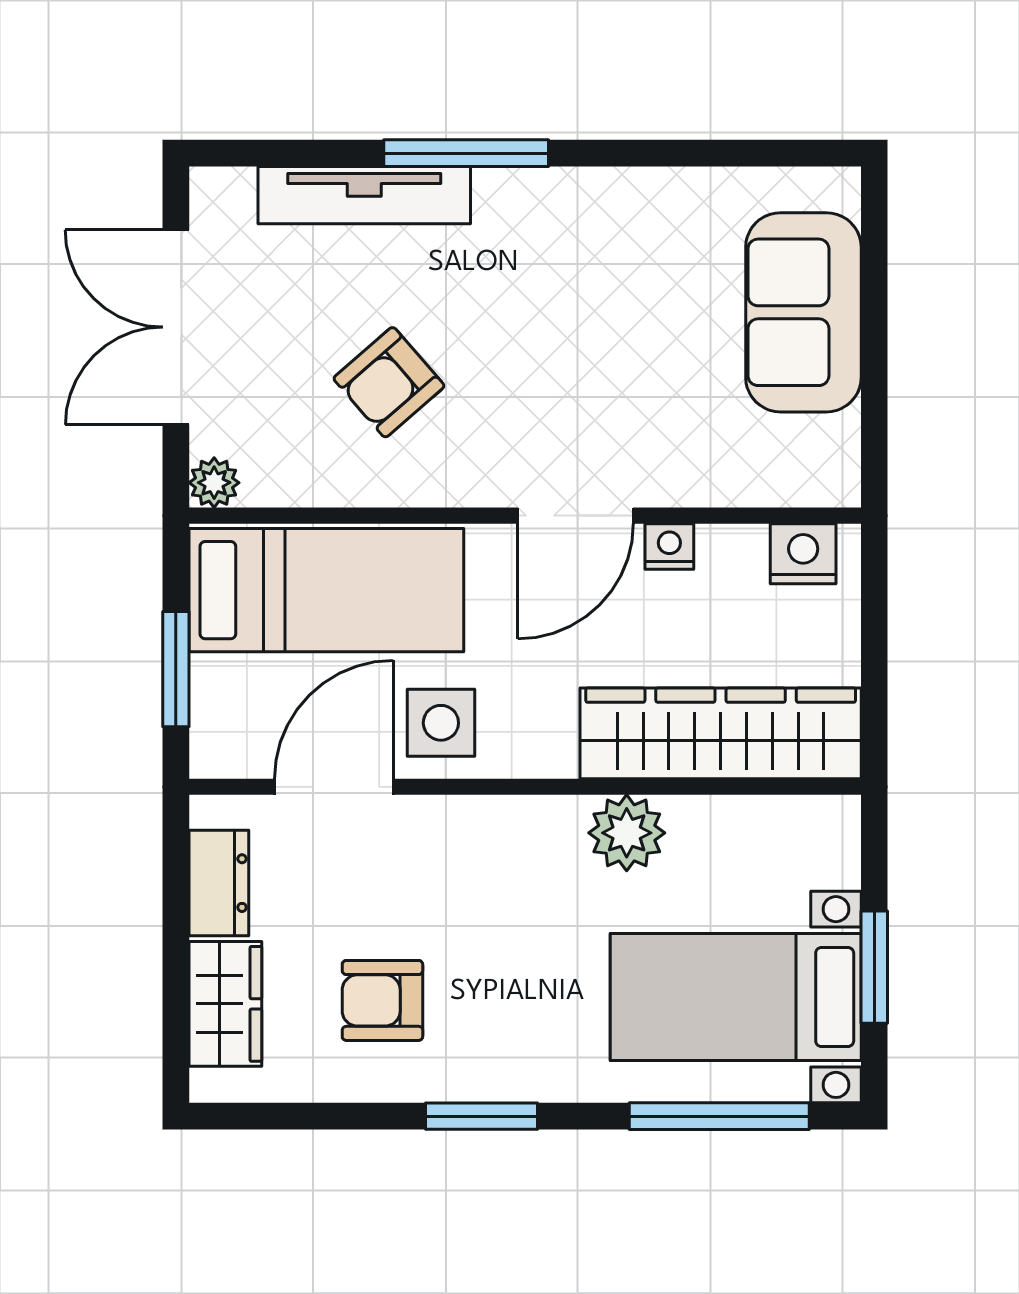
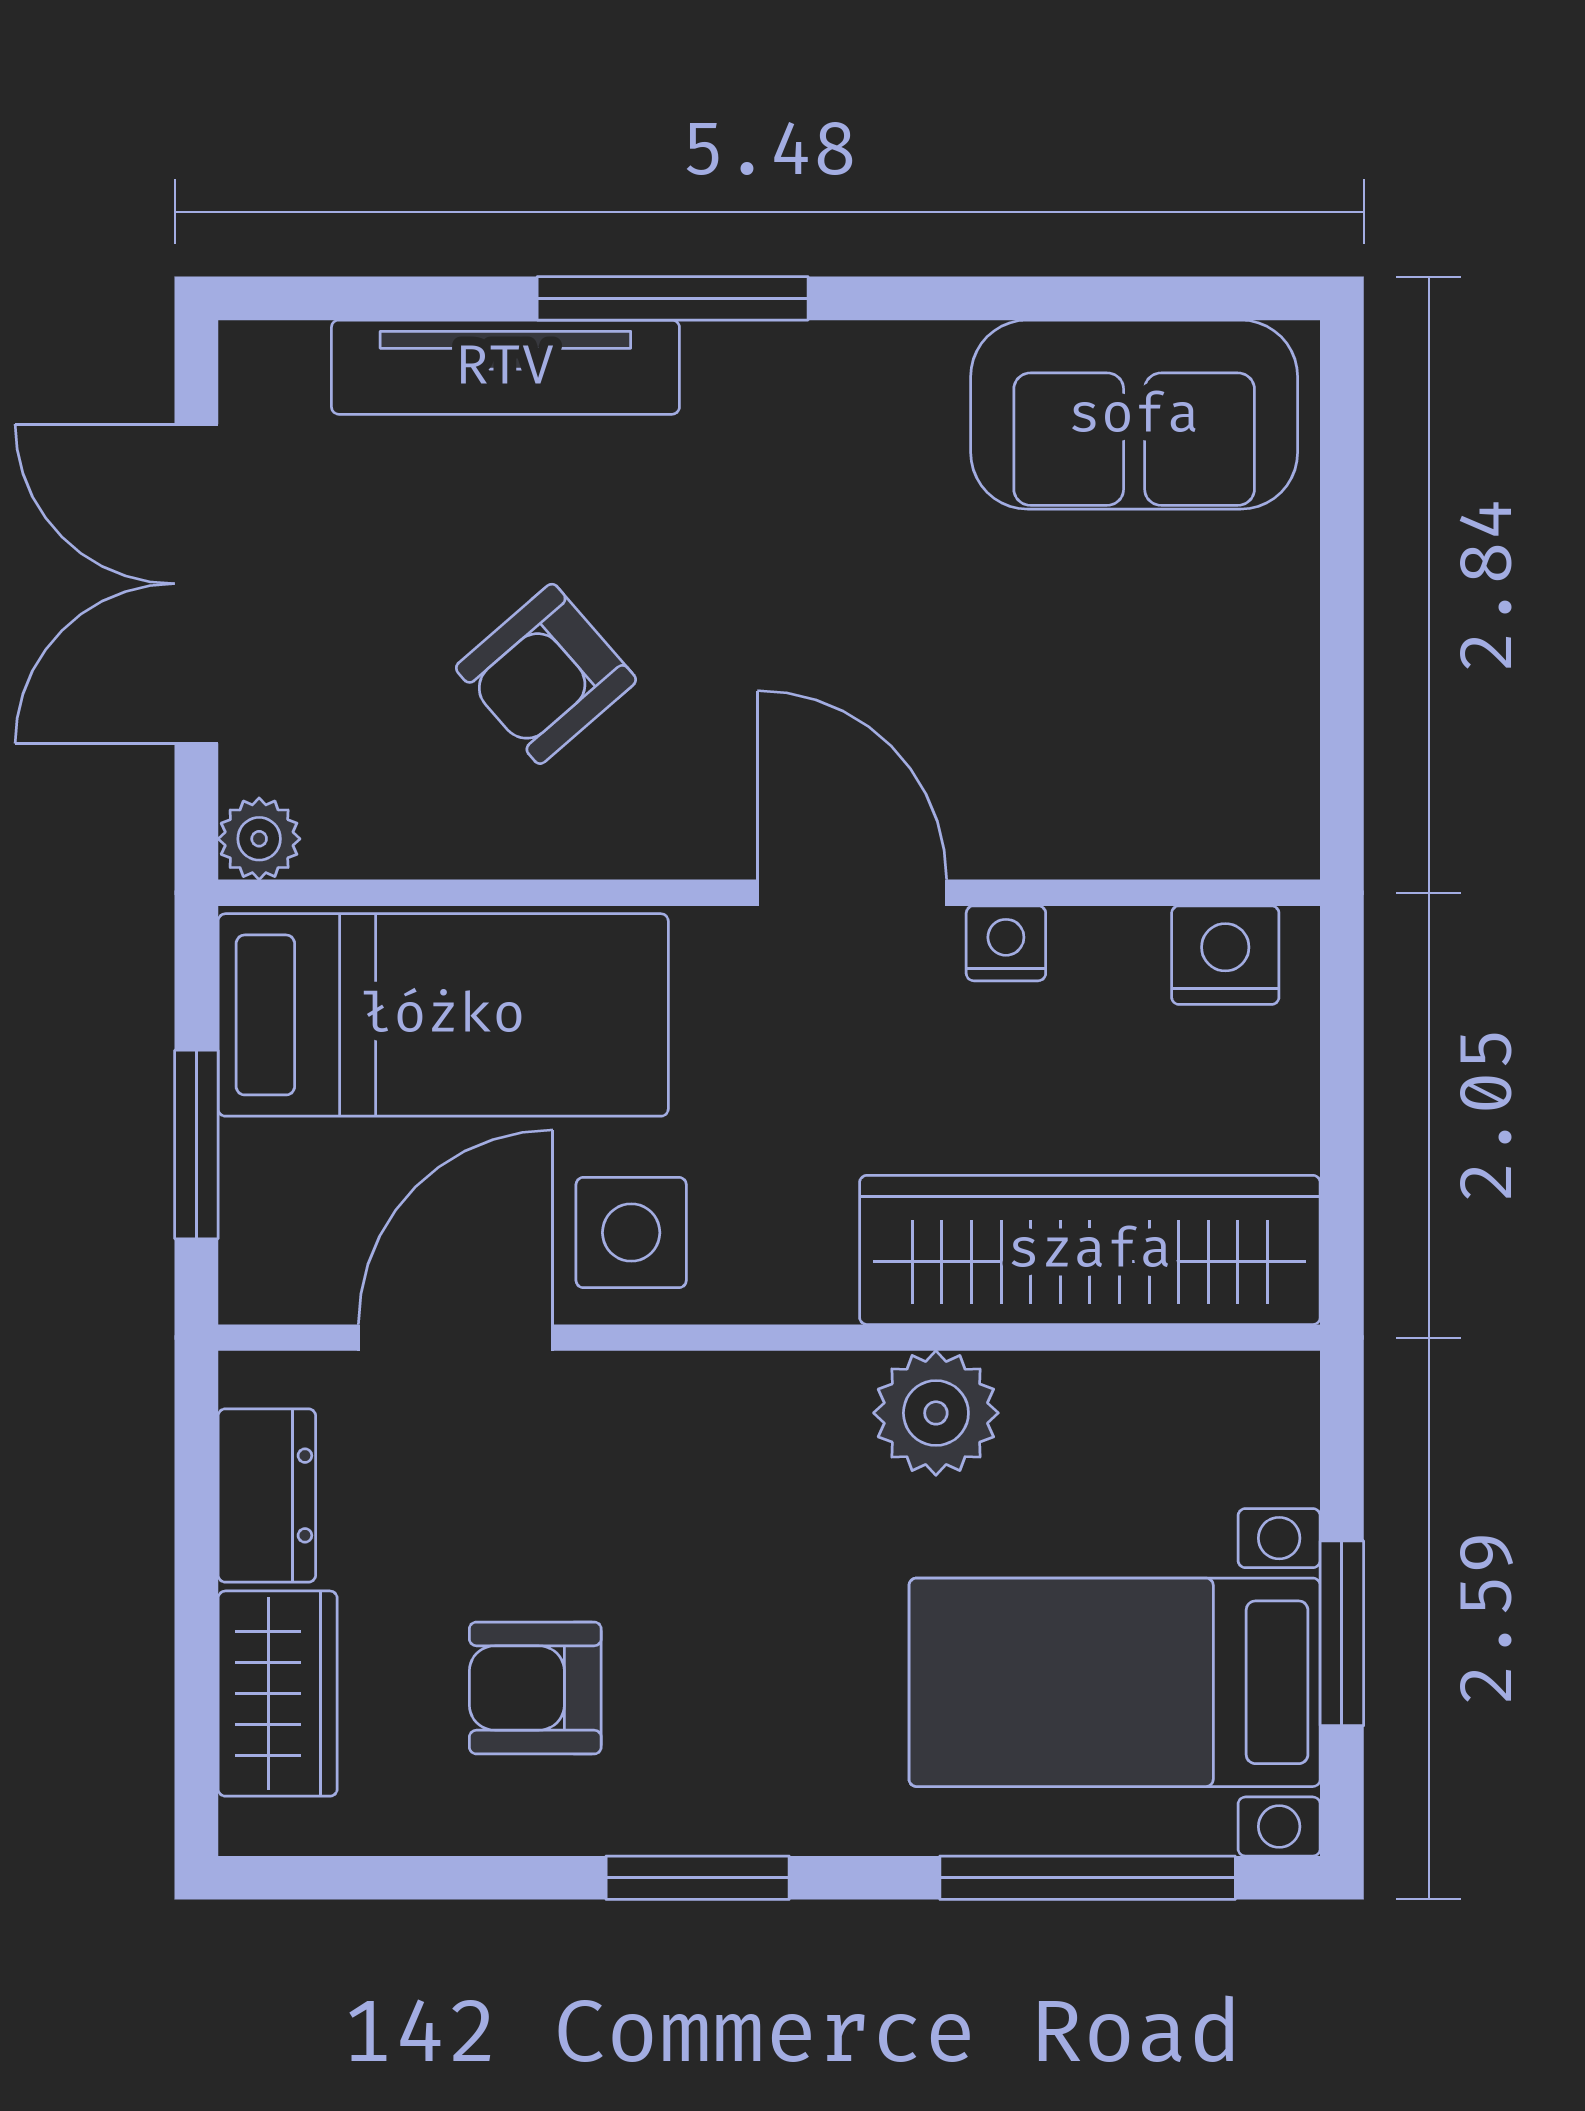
sofa: (803, 312) -> (1134, 415), moved, turned -90
door: (576, 516) -> (852, 893), swing flipped

